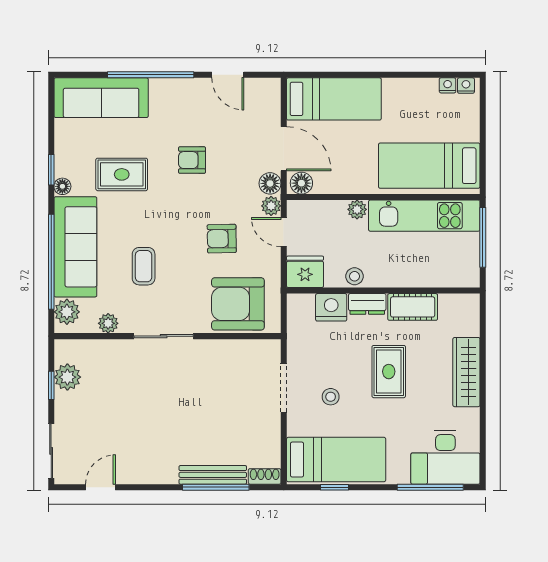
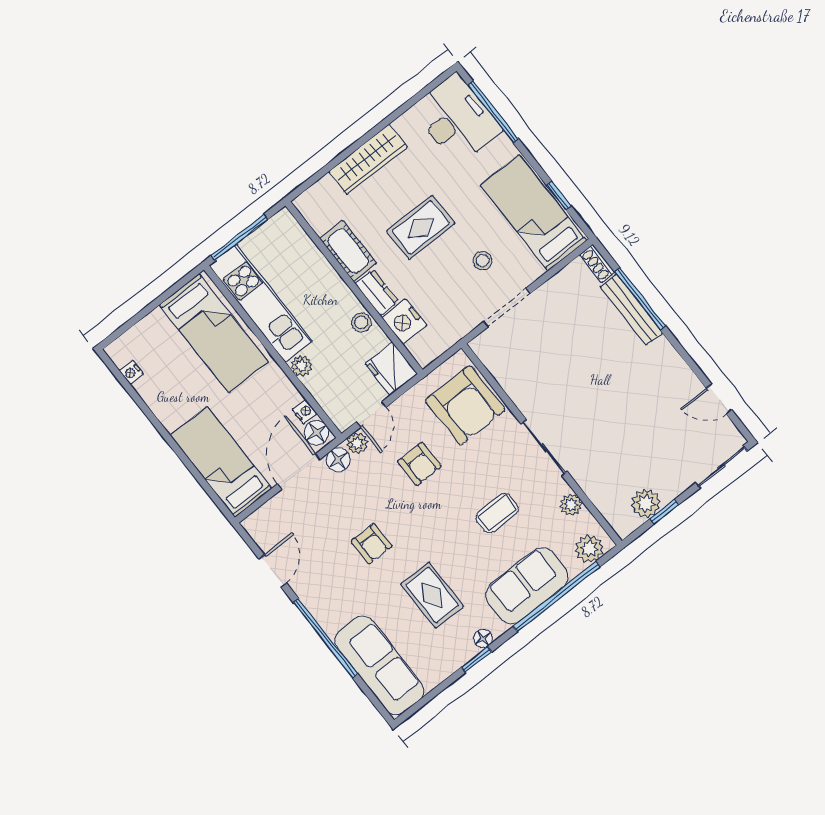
nightstand: (466, 86) -> (305, 412), moved, turned 180
sofa: (75, 247) -> (527, 586), width x0.73

